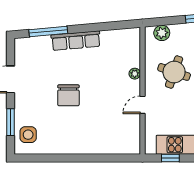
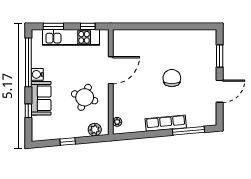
plant: (135, 74) -> (117, 122), moved
door: (142, 105) -> (111, 70), width x1.88
side table: (28, 135) -> (205, 46), removed

